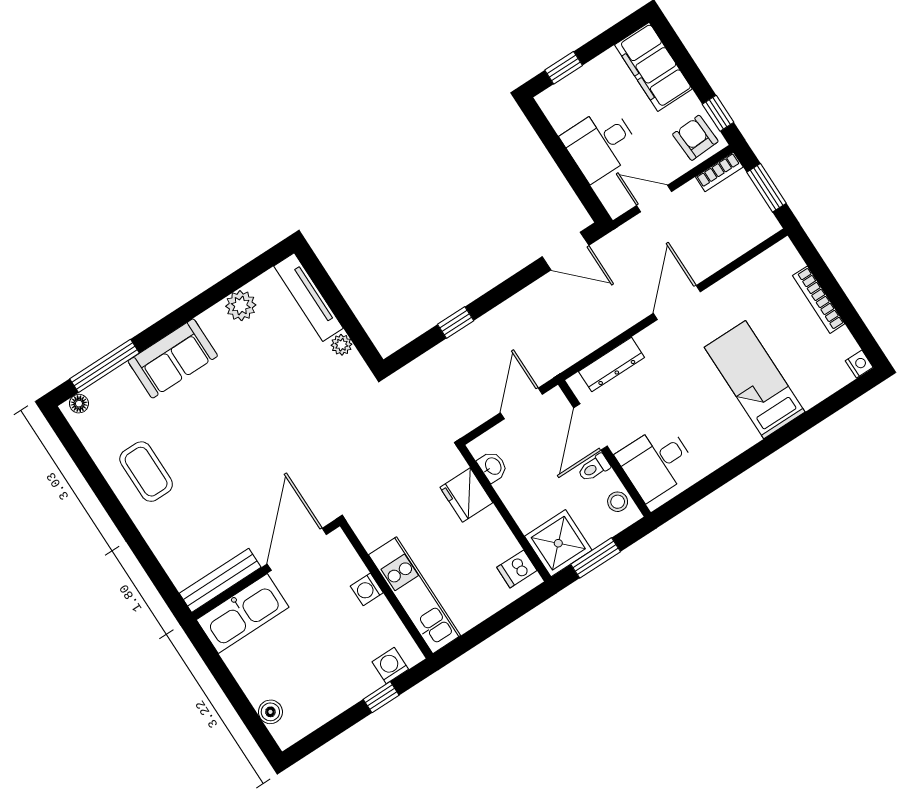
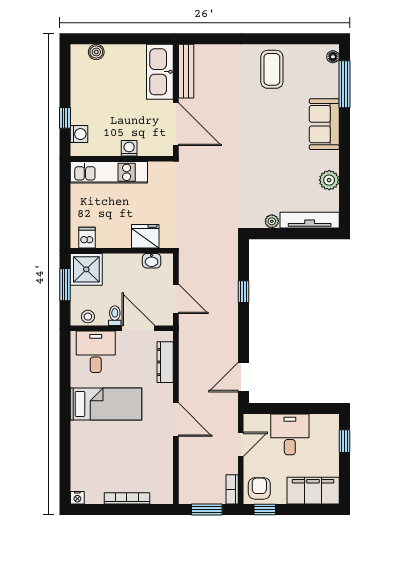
armchair: (695, 138) -> (259, 488), turned -87
bed: (755, 380) -> (106, 404), moved
coffee table: (146, 472) -> (272, 69), turned 90

